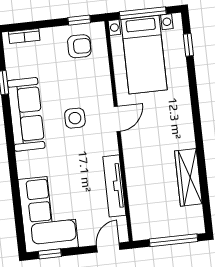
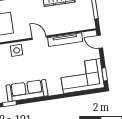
side table: (75, 118) -> (17, 50), moved
door: (117, 119) -> (39, 38), moved

